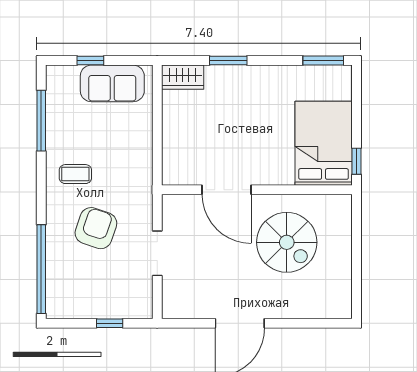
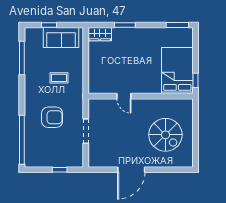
coffee table: (75, 174) -> (59, 78), moved
door: (227, 190) -> (124, 96), width x0.53
armchair: (96, 228) -> (52, 117), turned 71
spiral stairs: (287, 242) -> (165, 135), moved

